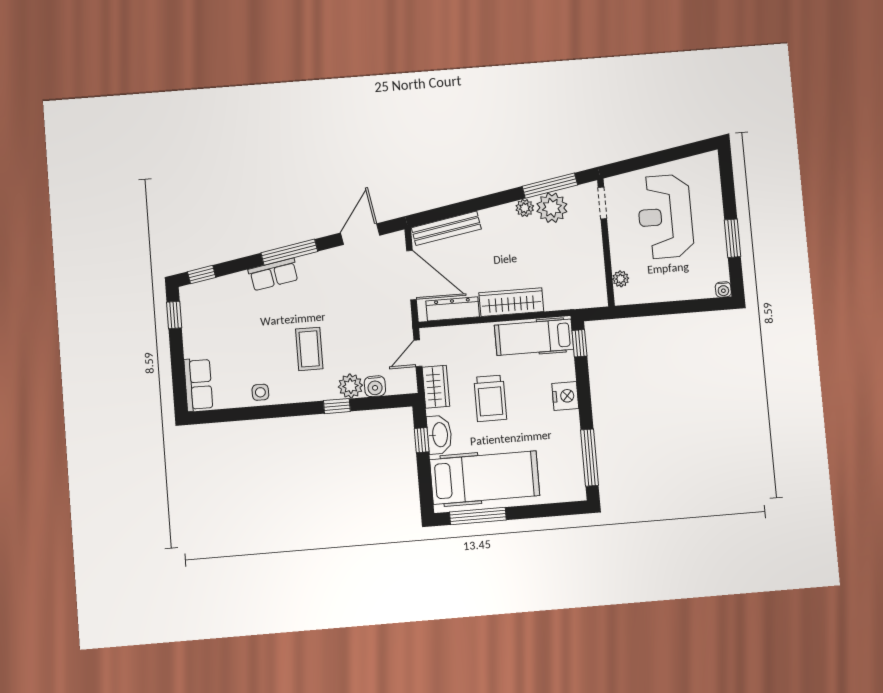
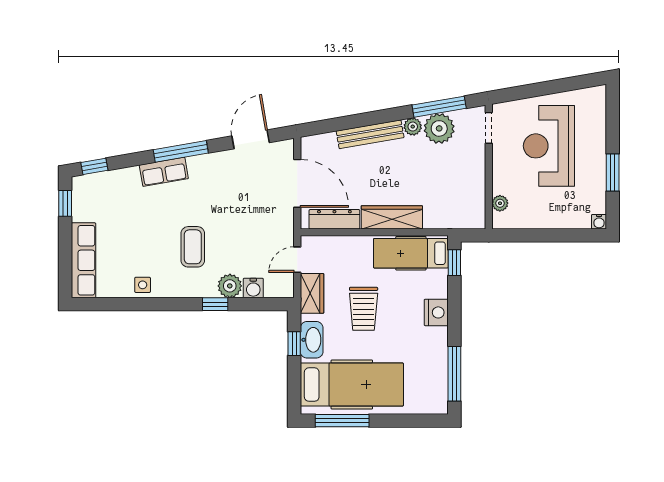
bench: (446, 228) -> (370, 134), moved
row of seats: (198, 384) -> (84, 260), width x1.48

